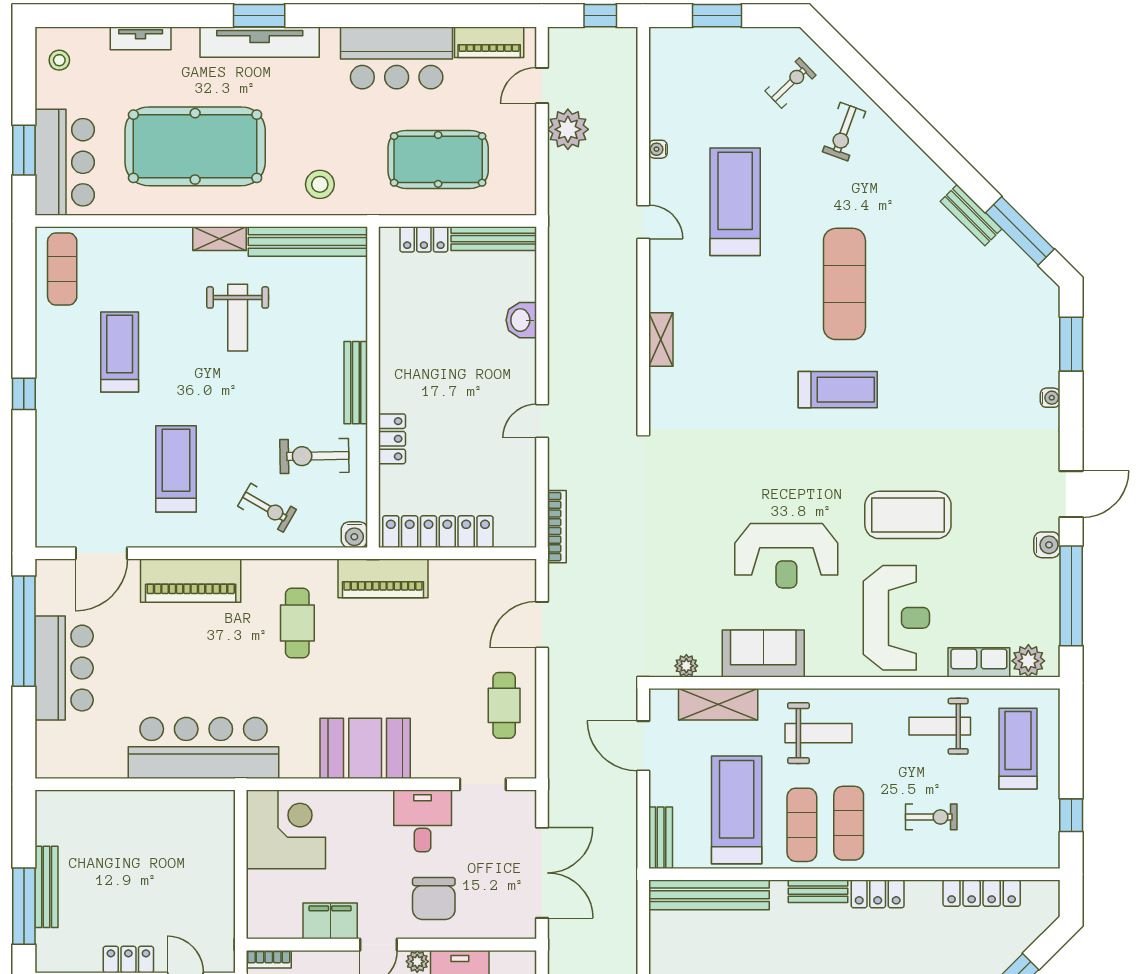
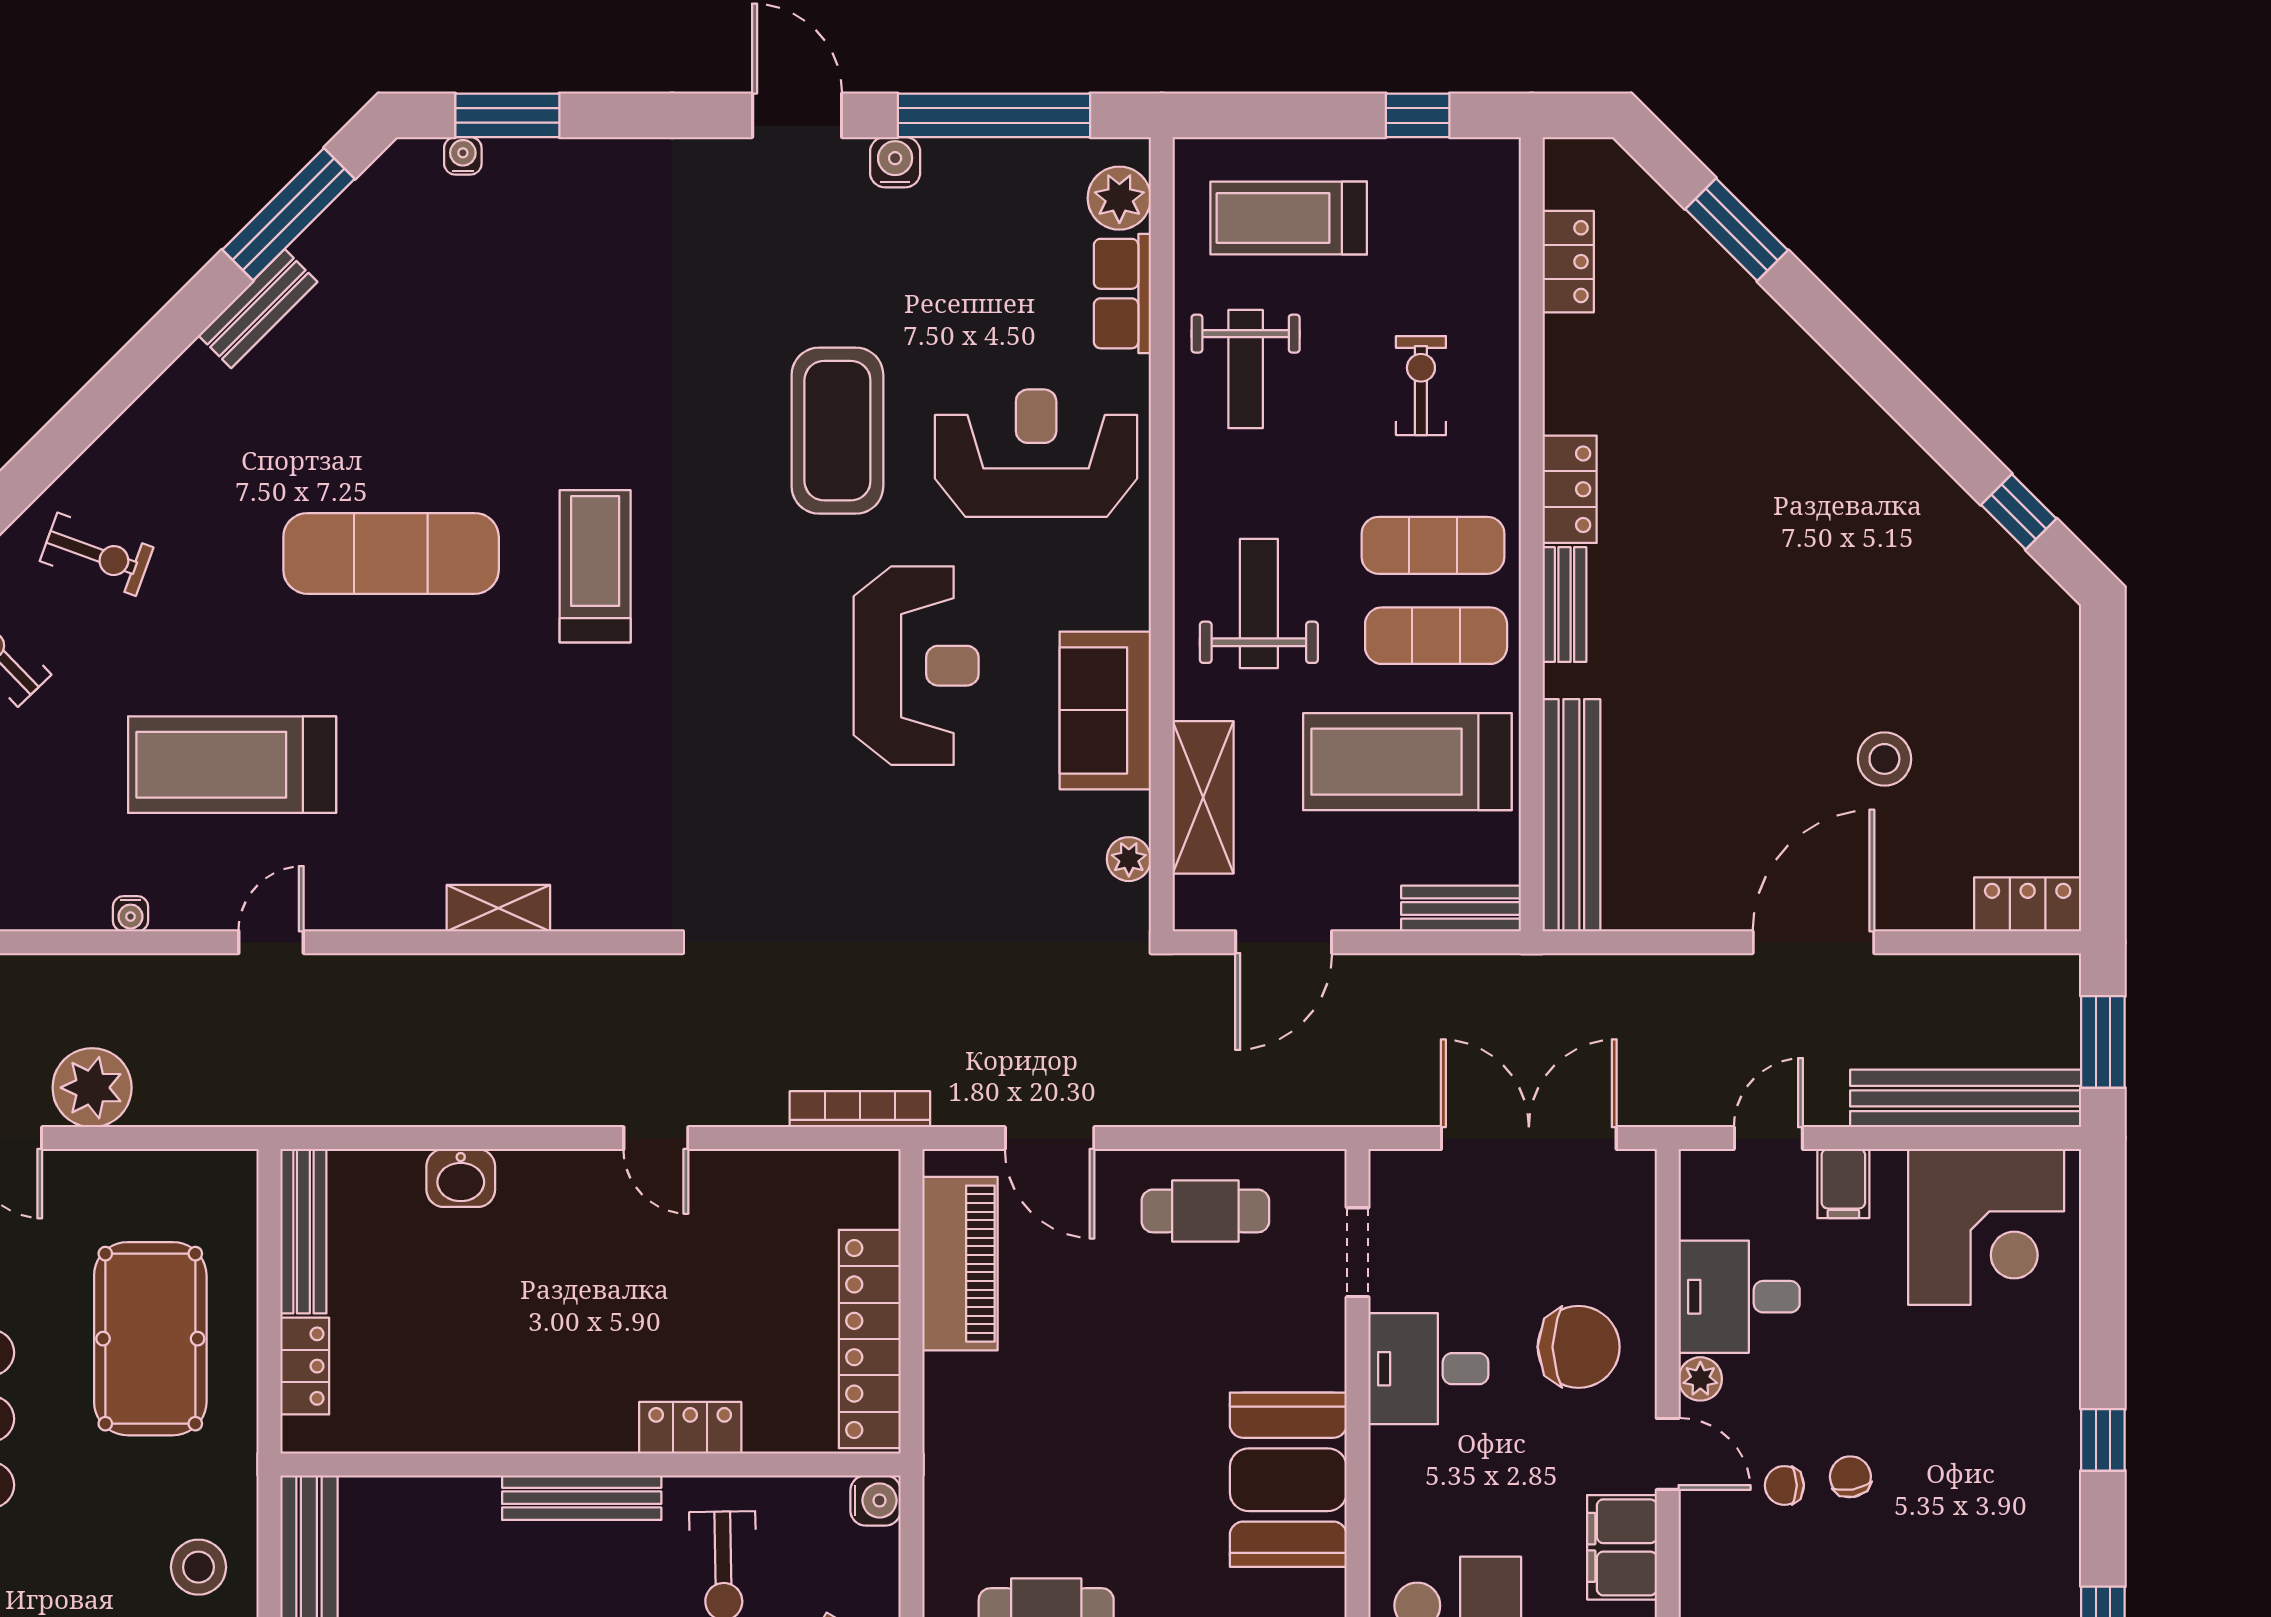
water cooler: (1050, 398) -> (463, 156), moved
piano: (383, 578) -> (960, 1264), moved
locker: (982, 893) -> (1568, 262), width x0.66

